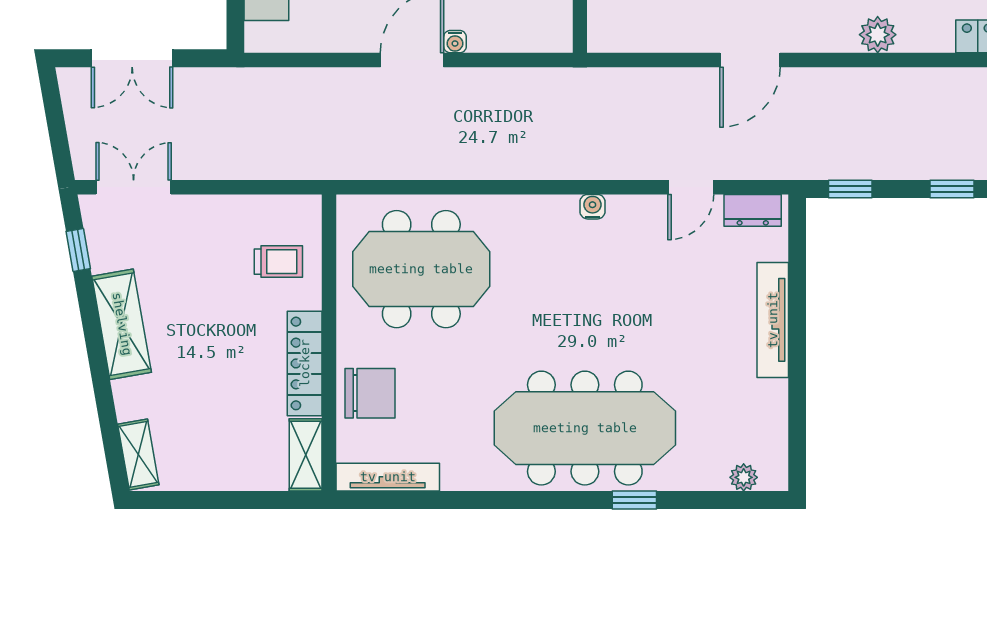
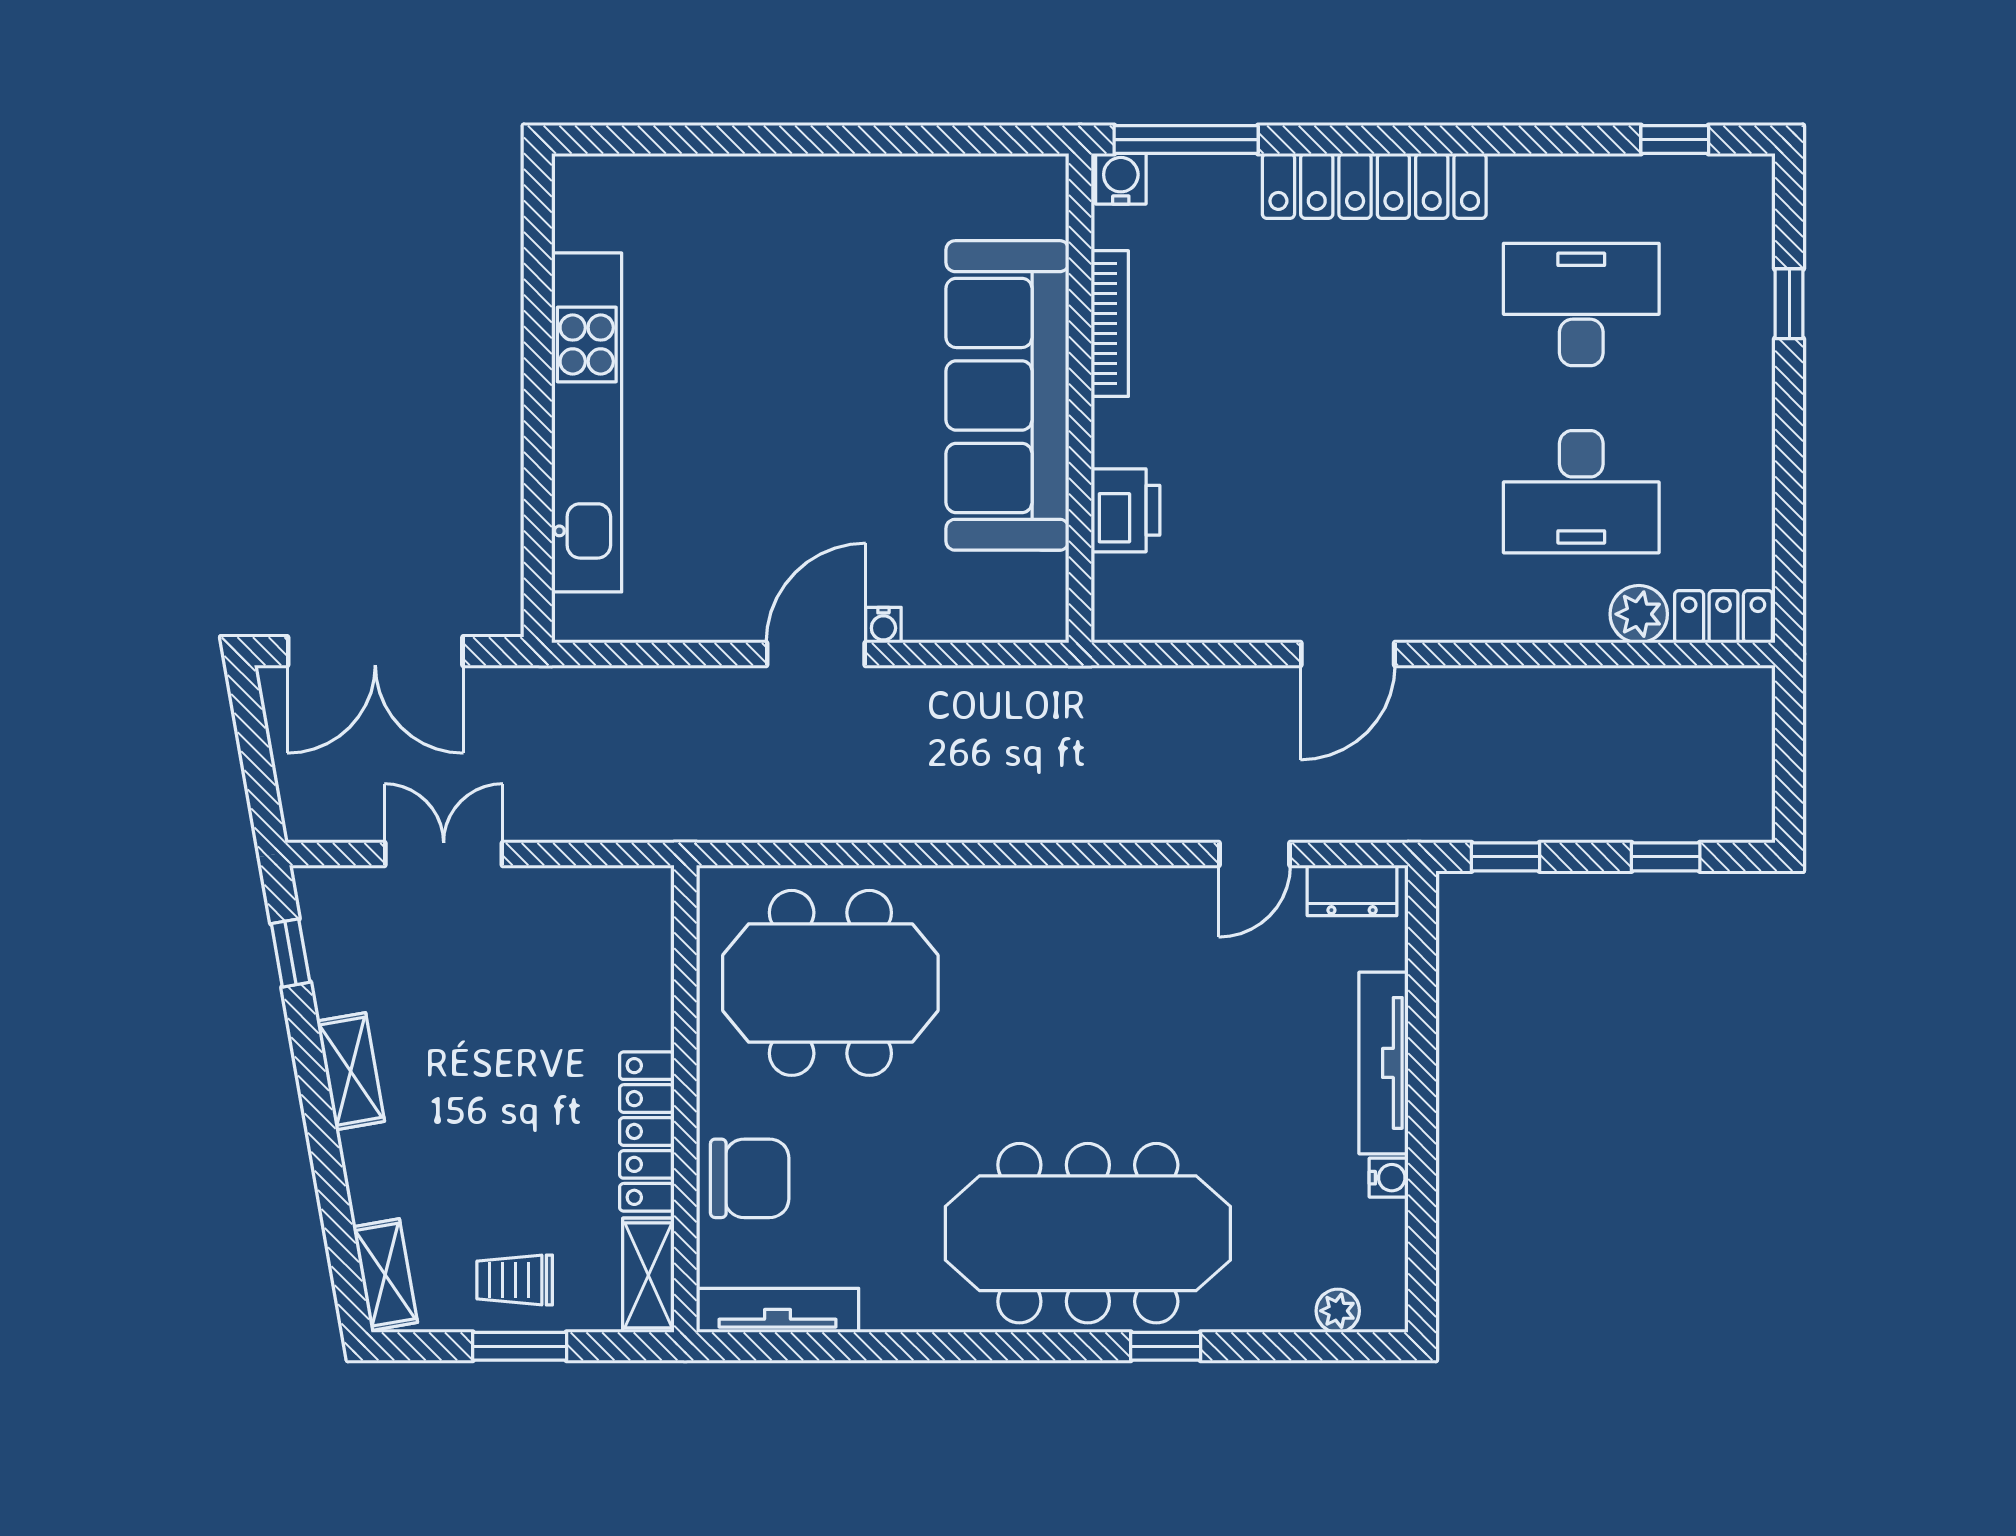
plant: (878, 35) -> (1639, 614), moved
double door: (132, 58) -> (375, 651), width x1.37
double door: (134, 187) -> (444, 854), moved
water cooler: (592, 207) -> (1389, 1178), moved, turned 90
trolley: (278, 262) -> (515, 1280), moved, turned 180
shelving: (122, 324) -> (351, 1071), width x0.67, depth x0.75
window: (224, 500) -> (520, 1346), added

